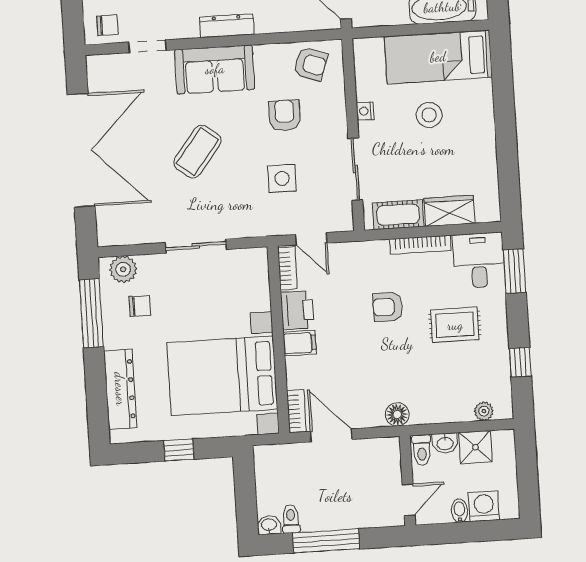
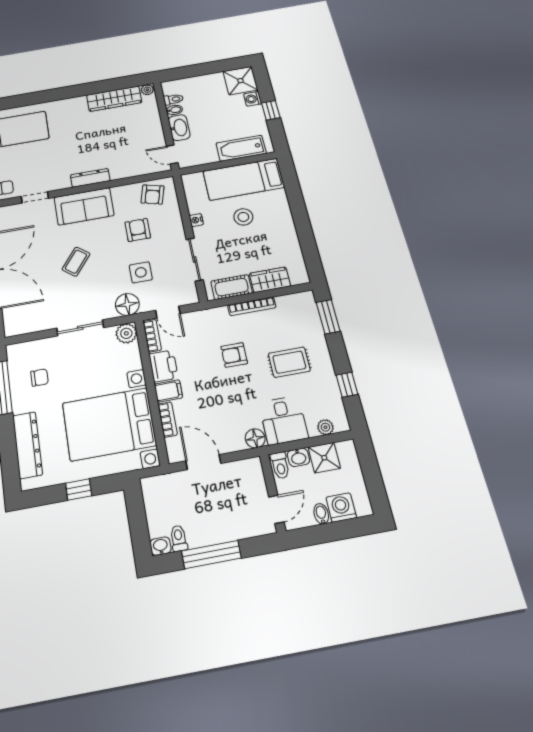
armchair: (310, 64) -> (153, 194), turned 85
coffee table: (197, 152) -> (76, 262), width x0.73, depth x0.77
floor lamp: (260, 221) -> (127, 304), added
desk: (479, 260) -> (283, 420), moved, turned 180
plant: (123, 269) -> (126, 333), moved
bookcase: (296, 411) -> (168, 420), moved

